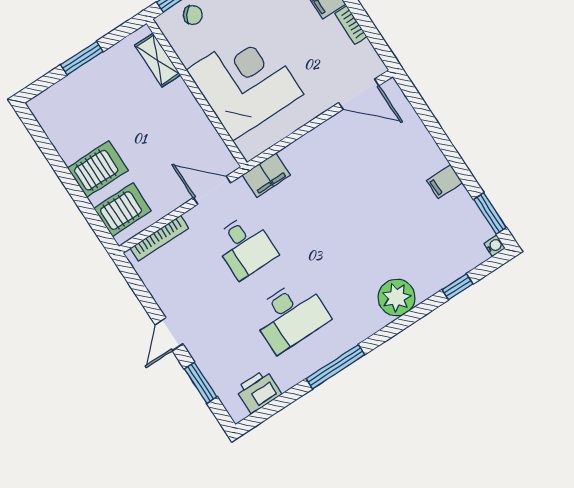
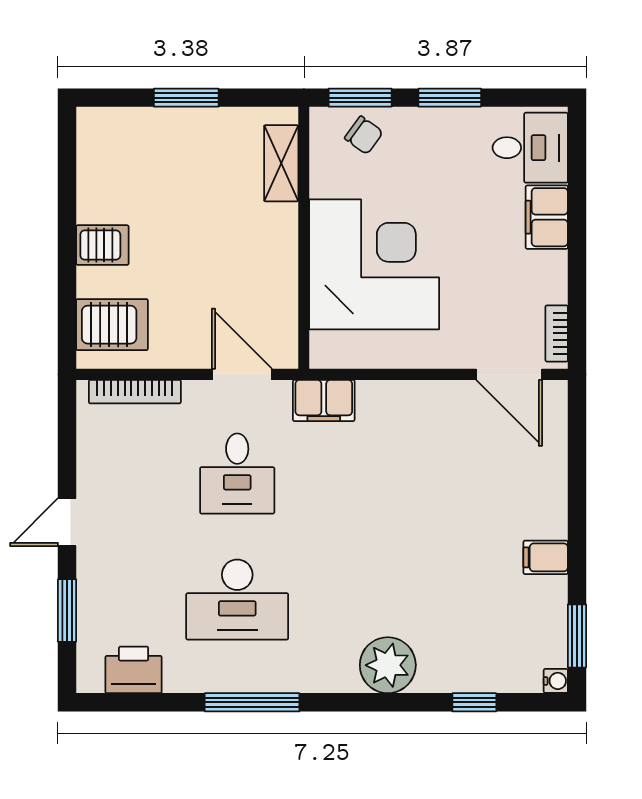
bookcase: (351, 25) -> (557, 333), moved
server rack: (98, 169) -> (102, 245), width x0.73, depth x0.70

